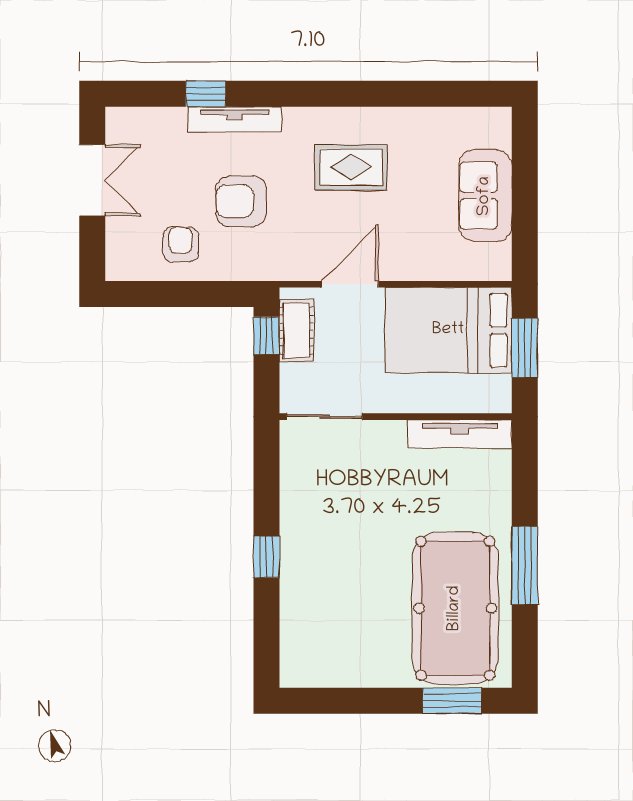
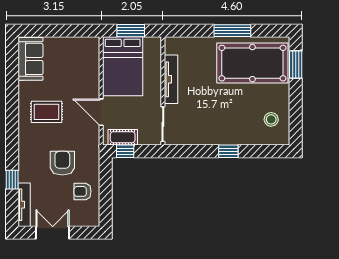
tv unit: (235, 119) -> (24, 205), moved
rug: (351, 167) -> (47, 112), turned 90
sofa: (485, 196) -> (31, 59), moved, turned -90
armchair: (241, 201) -> (62, 163), turned 180
tv unit: (460, 434) -> (171, 79), moved
stool: (335, 648) -> (271, 119), added

